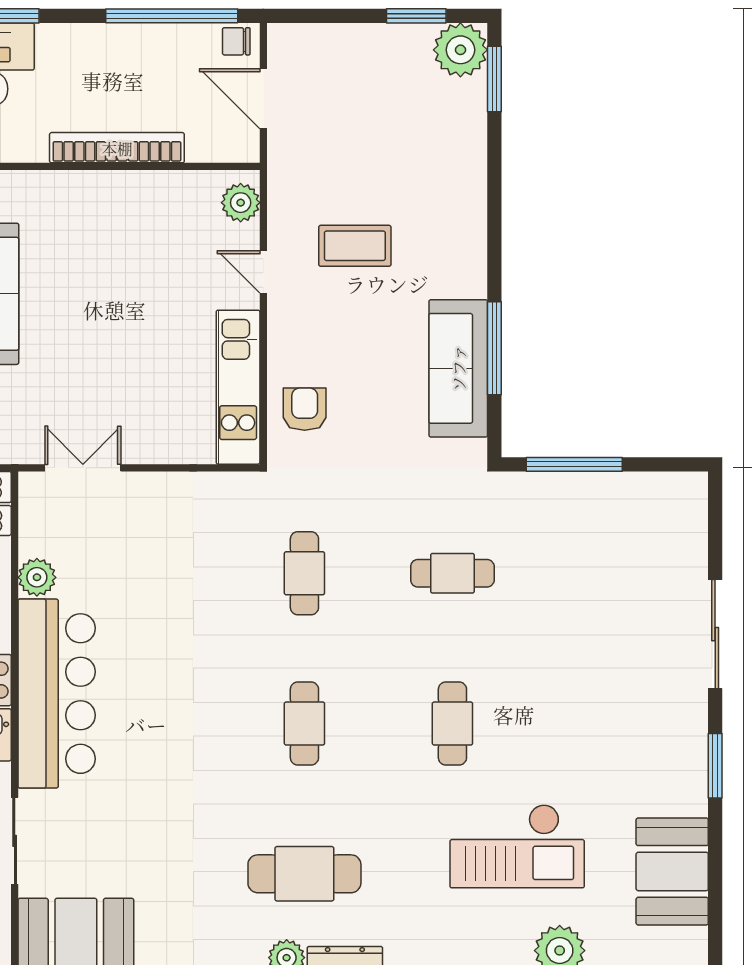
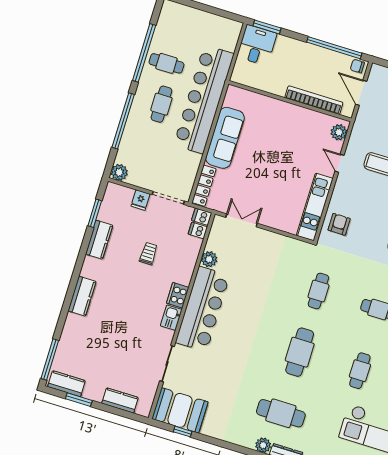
bookcase: (117, 148) -> (314, 100), moved
cafe table: (304, 723) -> (300, 352), width x1.37, depth x1.35

